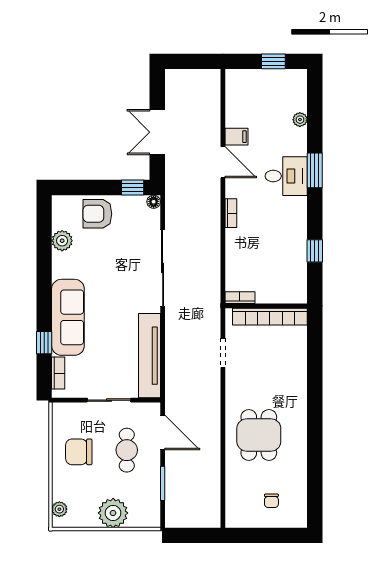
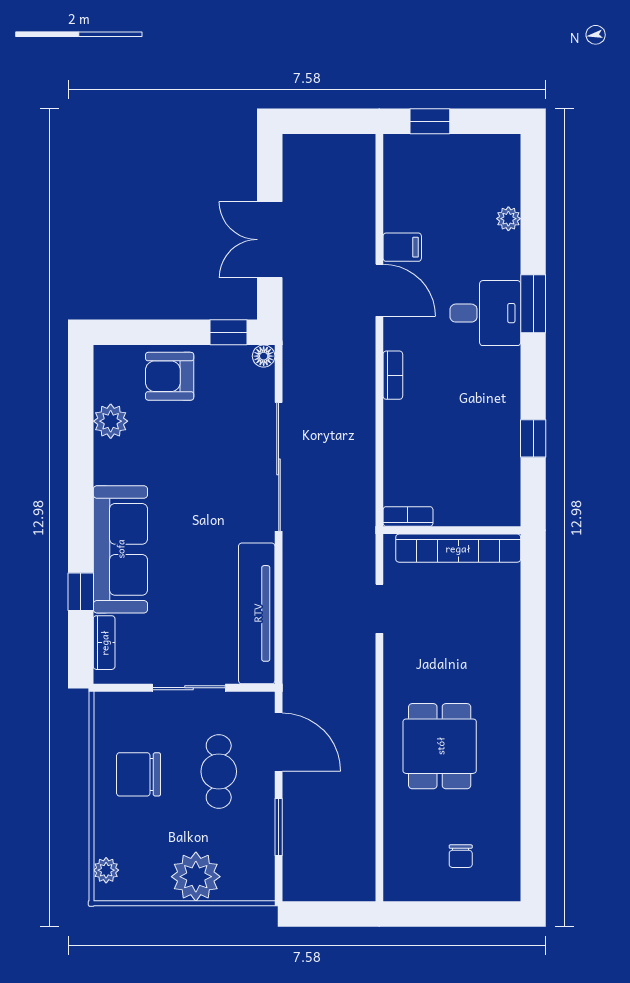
window: (273, 61) -> (430, 121), moved

